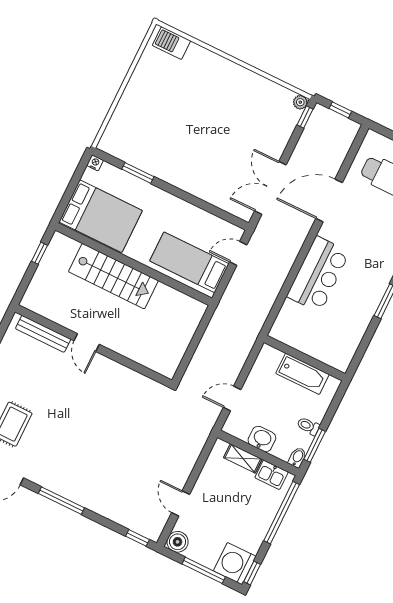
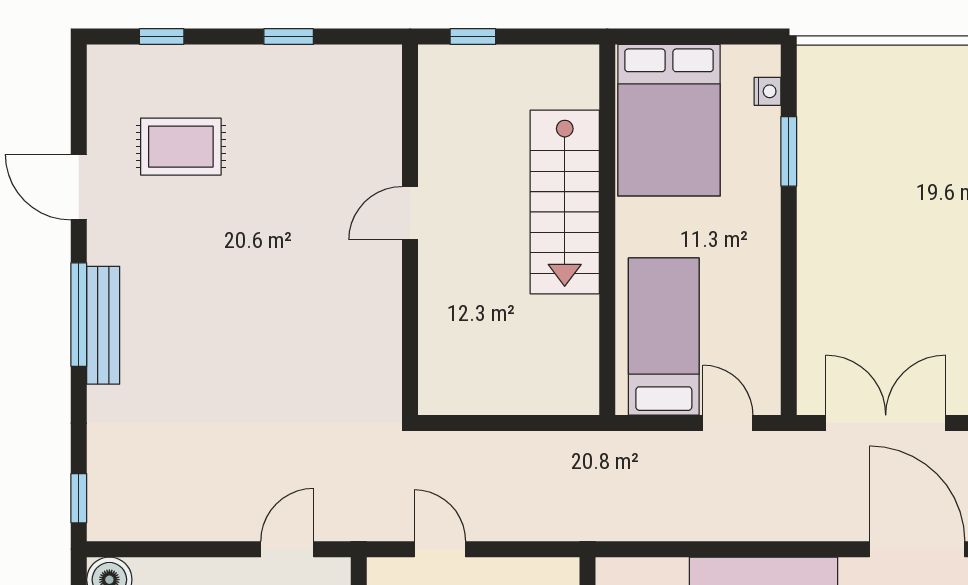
nightstand: (95, 163) -> (767, 91), moved
window: (40, 253) -> (473, 37), moved
bench: (43, 334) -> (103, 325), moved
door: (181, 503) -> (287, 549), moved

